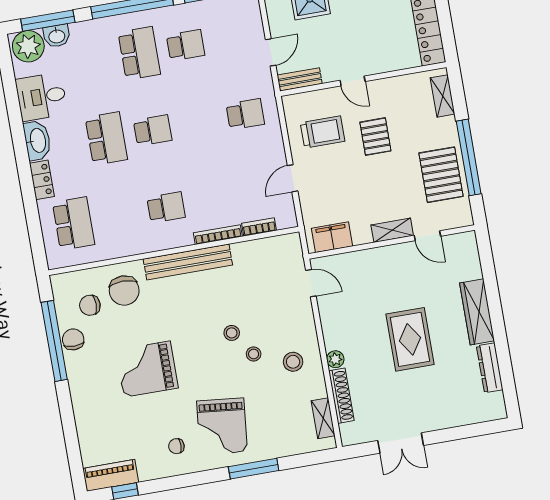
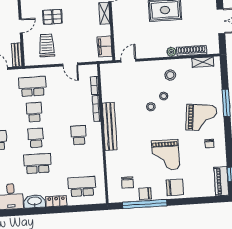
school desk: (245, 114) -> (32, 86), width x1.85
school desk: (199, 122) -> (34, 112), added
chair: (124, 291) -> (175, 187), moved

